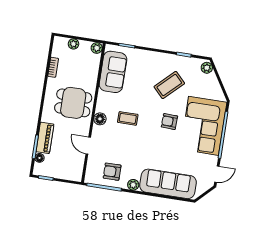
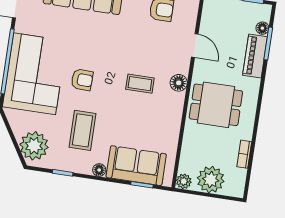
plant: (74, 44) -> (211, 180), width x1.88, depth x1.88
floor lamp: (157, 56) -> (99, 170), added
plant: (207, 68) -> (34, 146), width x1.88, depth x1.88
sofa: (113, 72) -> (136, 166), moved, turned 90
coffee table: (169, 85) -> (83, 130), turned -46

